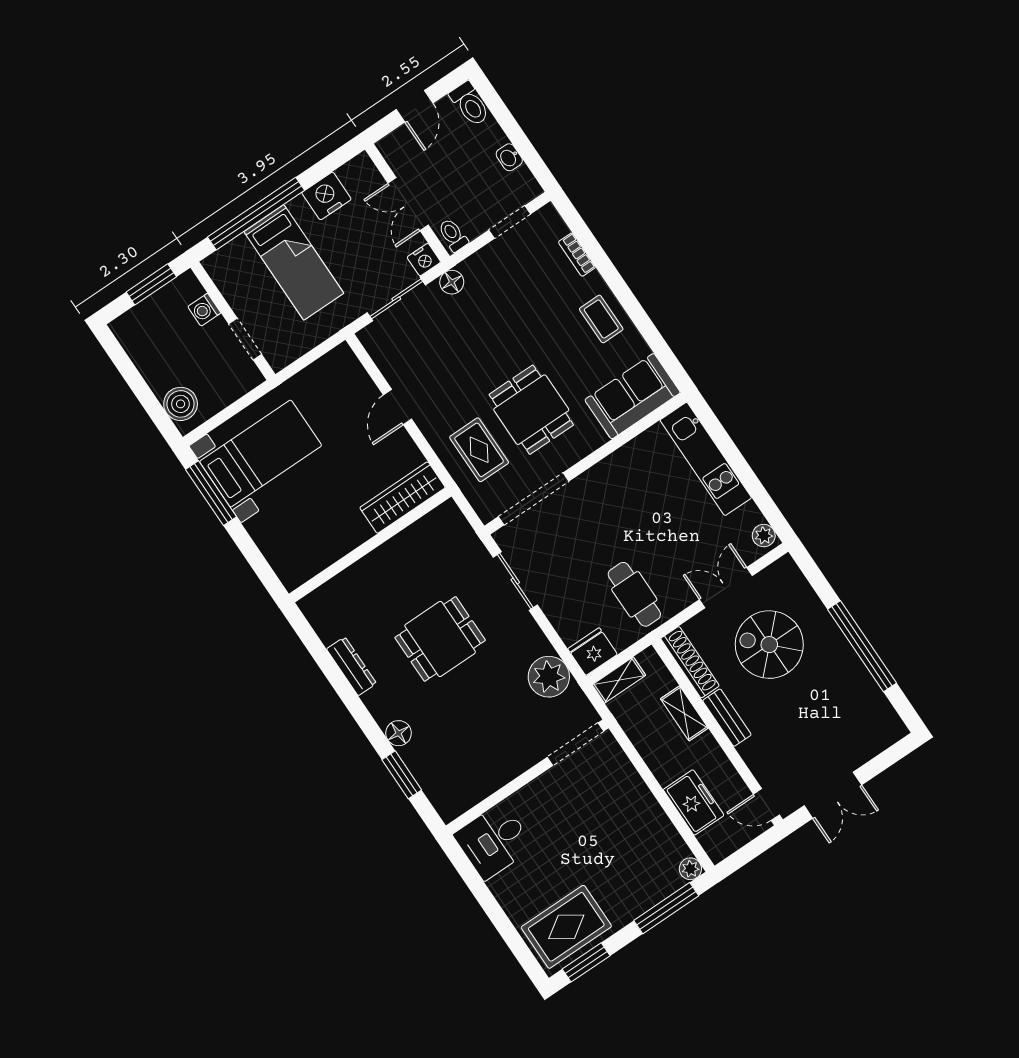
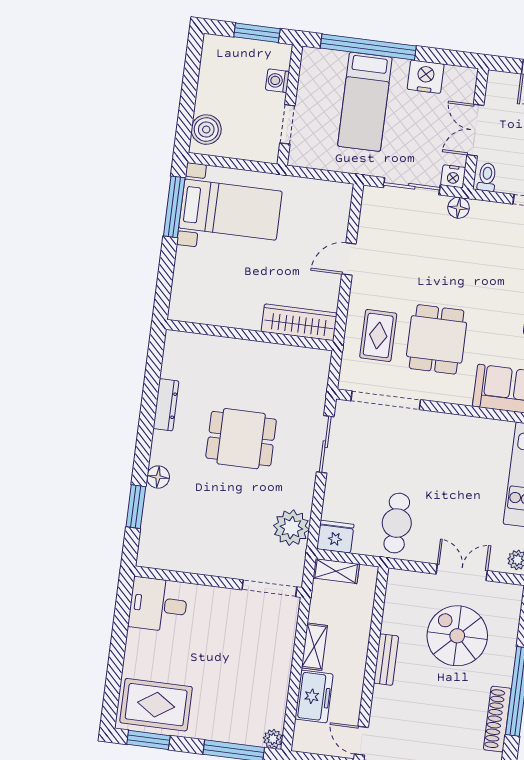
shoe rack: (690, 662) -> (497, 719), moved, turned 180
shelving: (684, 713) -> (314, 647), moved

